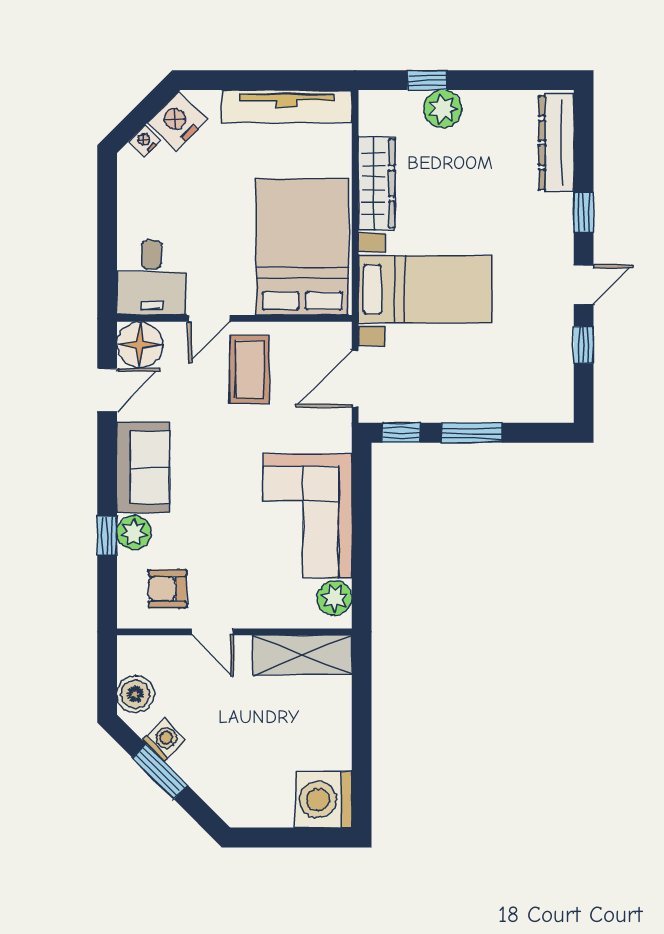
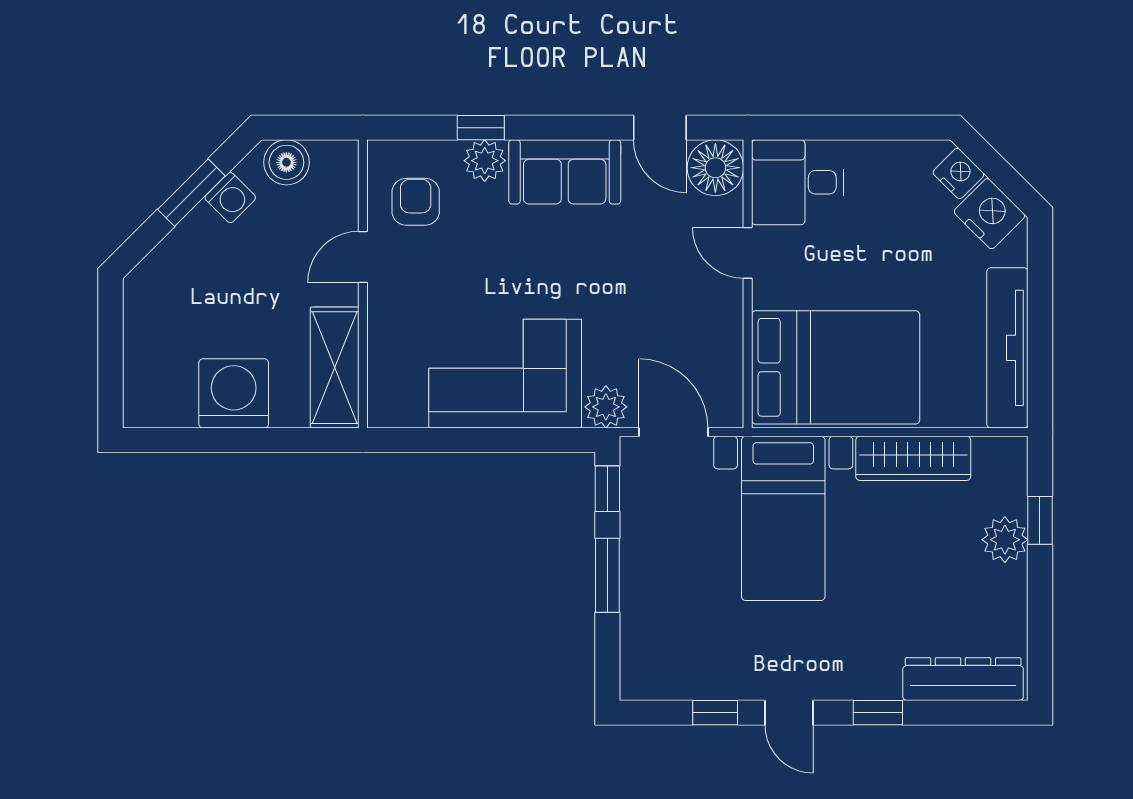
nightstand: (145, 141) -> (958, 174), width x1.39, depth x1.35
coffee table: (250, 369) -> (685, 303), removed
plant: (335, 598) -> (606, 407), moved
washing machine: (324, 799) -> (234, 393), moved

